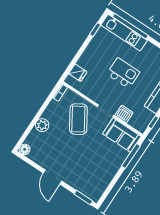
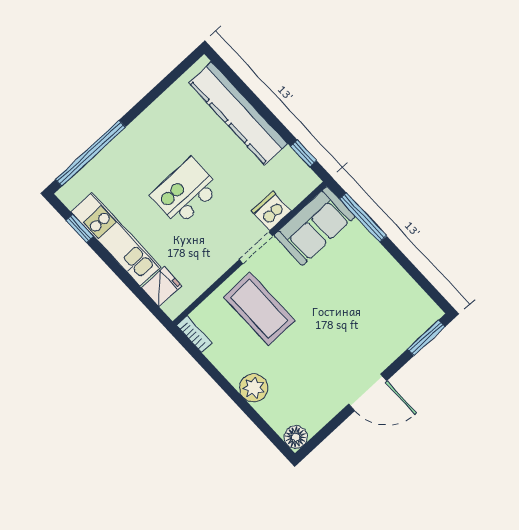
kitchen unit: (124, 33) -> (116, 239), moved, turned -90
coffee table: (78, 119) -> (259, 309), turned 32

